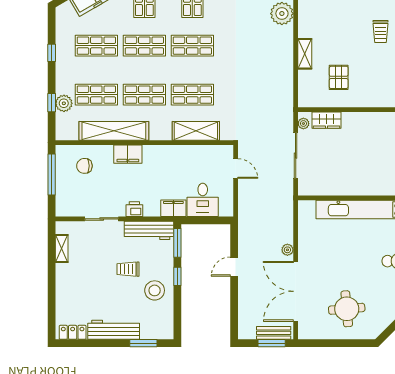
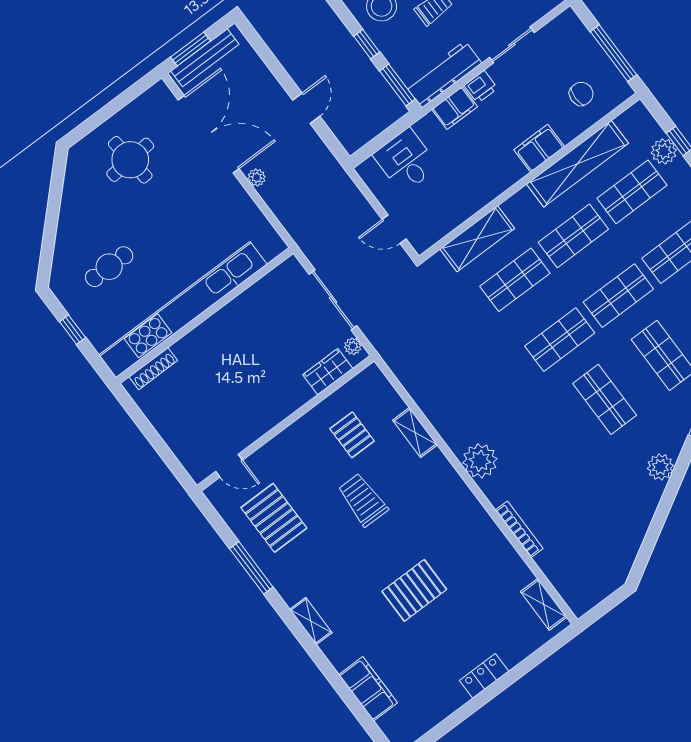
trolley: (380, 31) -> (363, 500), moved, width x1.36, depth x1.39
filing cabinet: (173, 208) -> (455, 108), moved
bench: (274, 333) -> (205, 58), width x1.36

